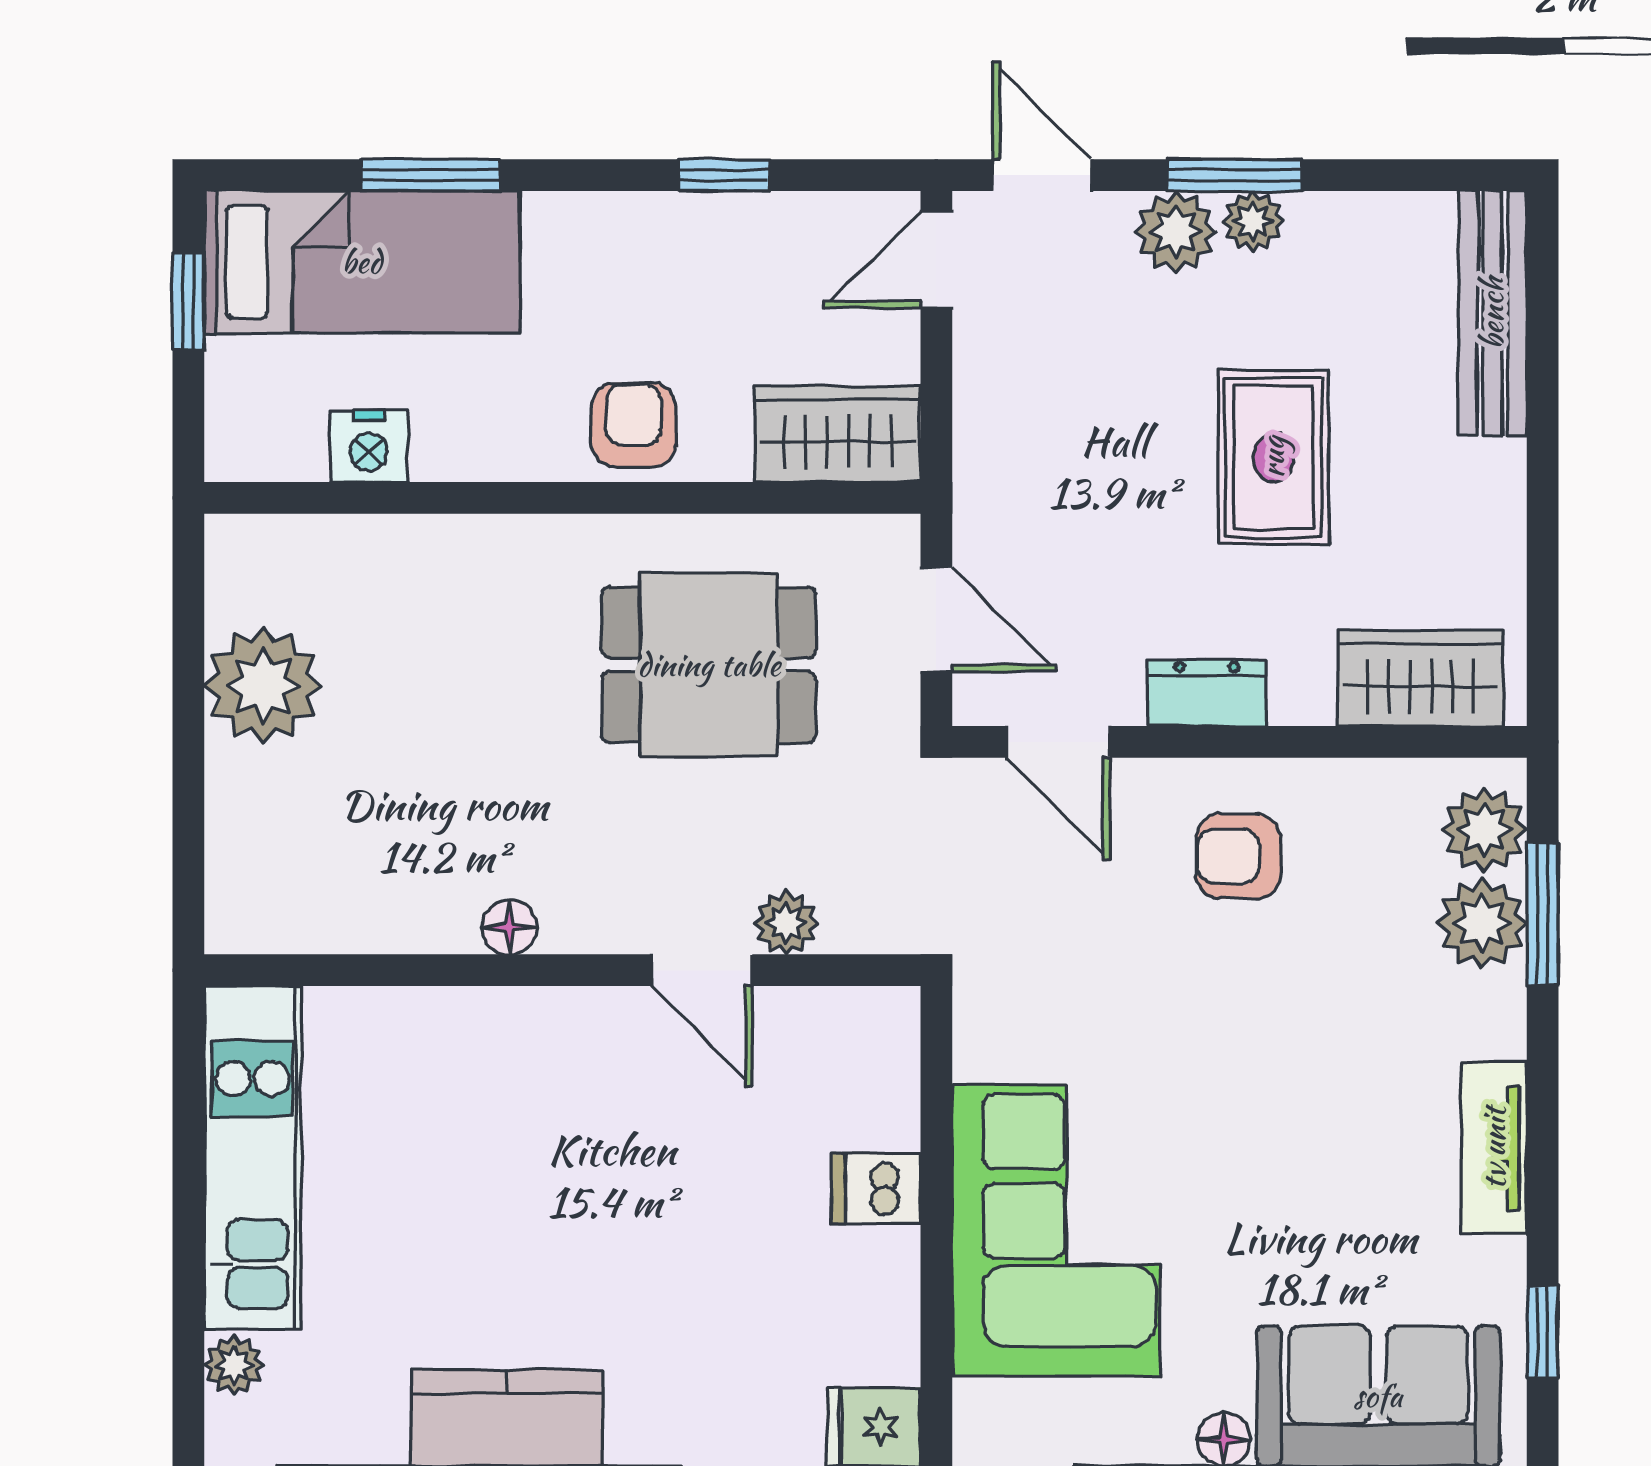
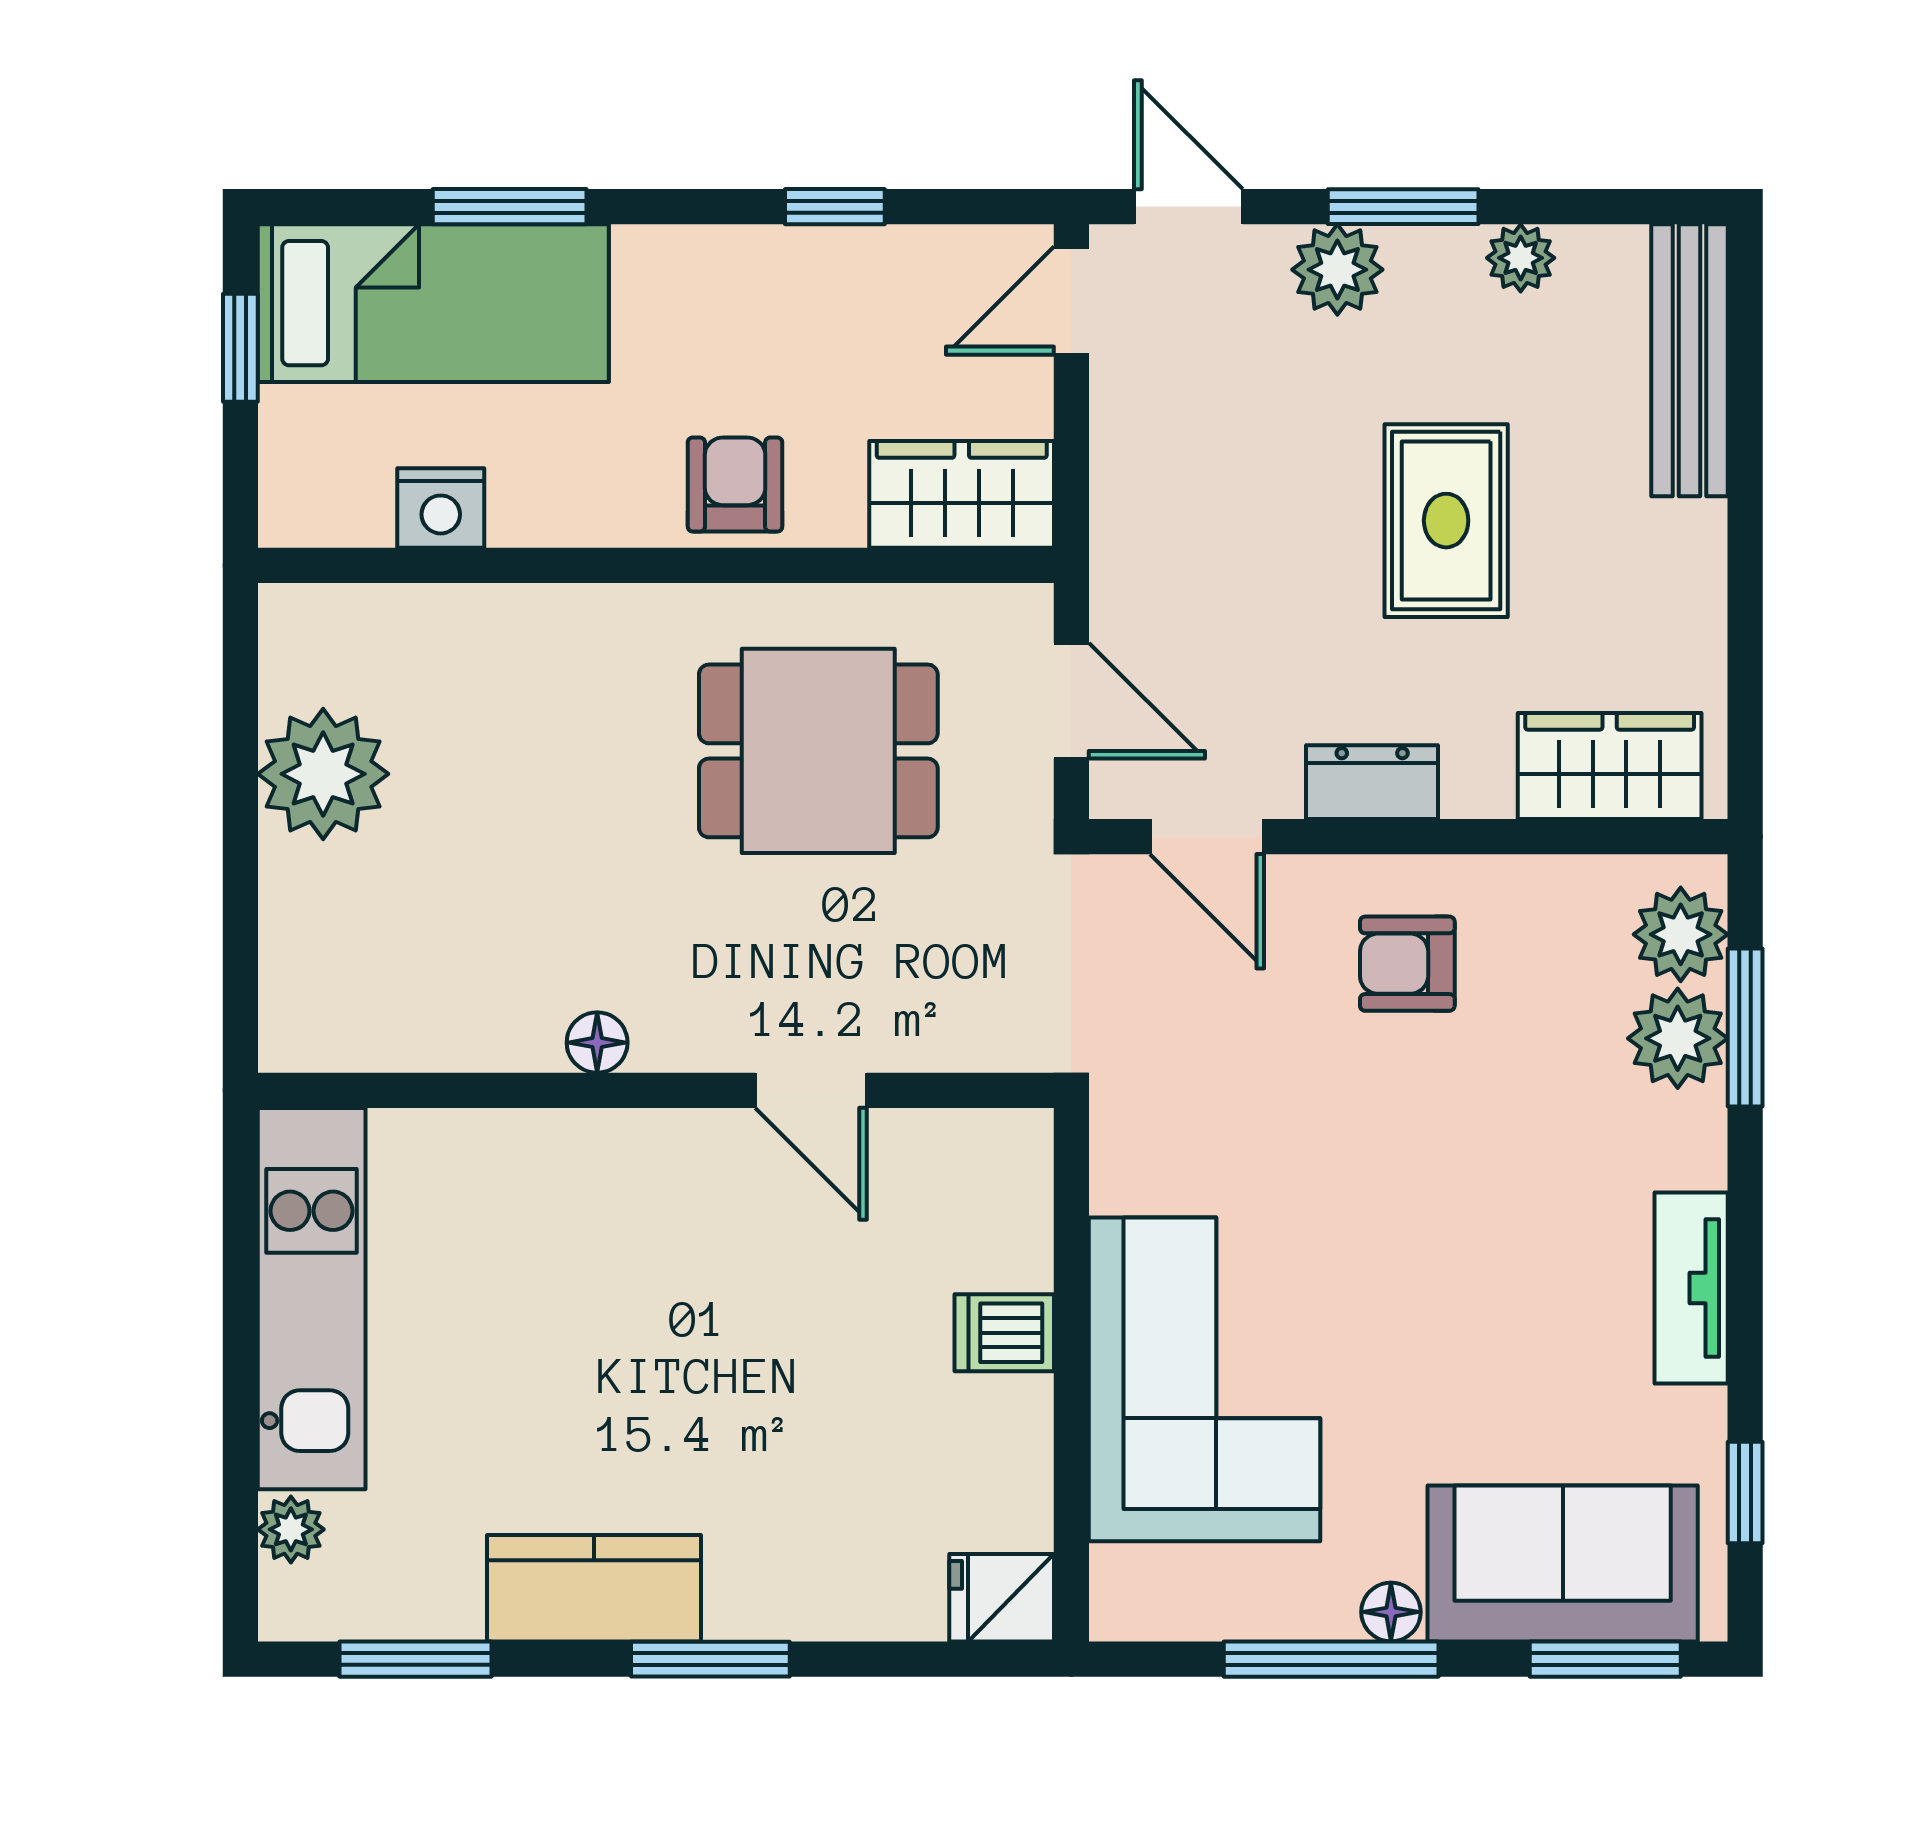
plant: (1253, 221) -> (1521, 258), moved
plant: (786, 923) -> (904, 1038), removed

